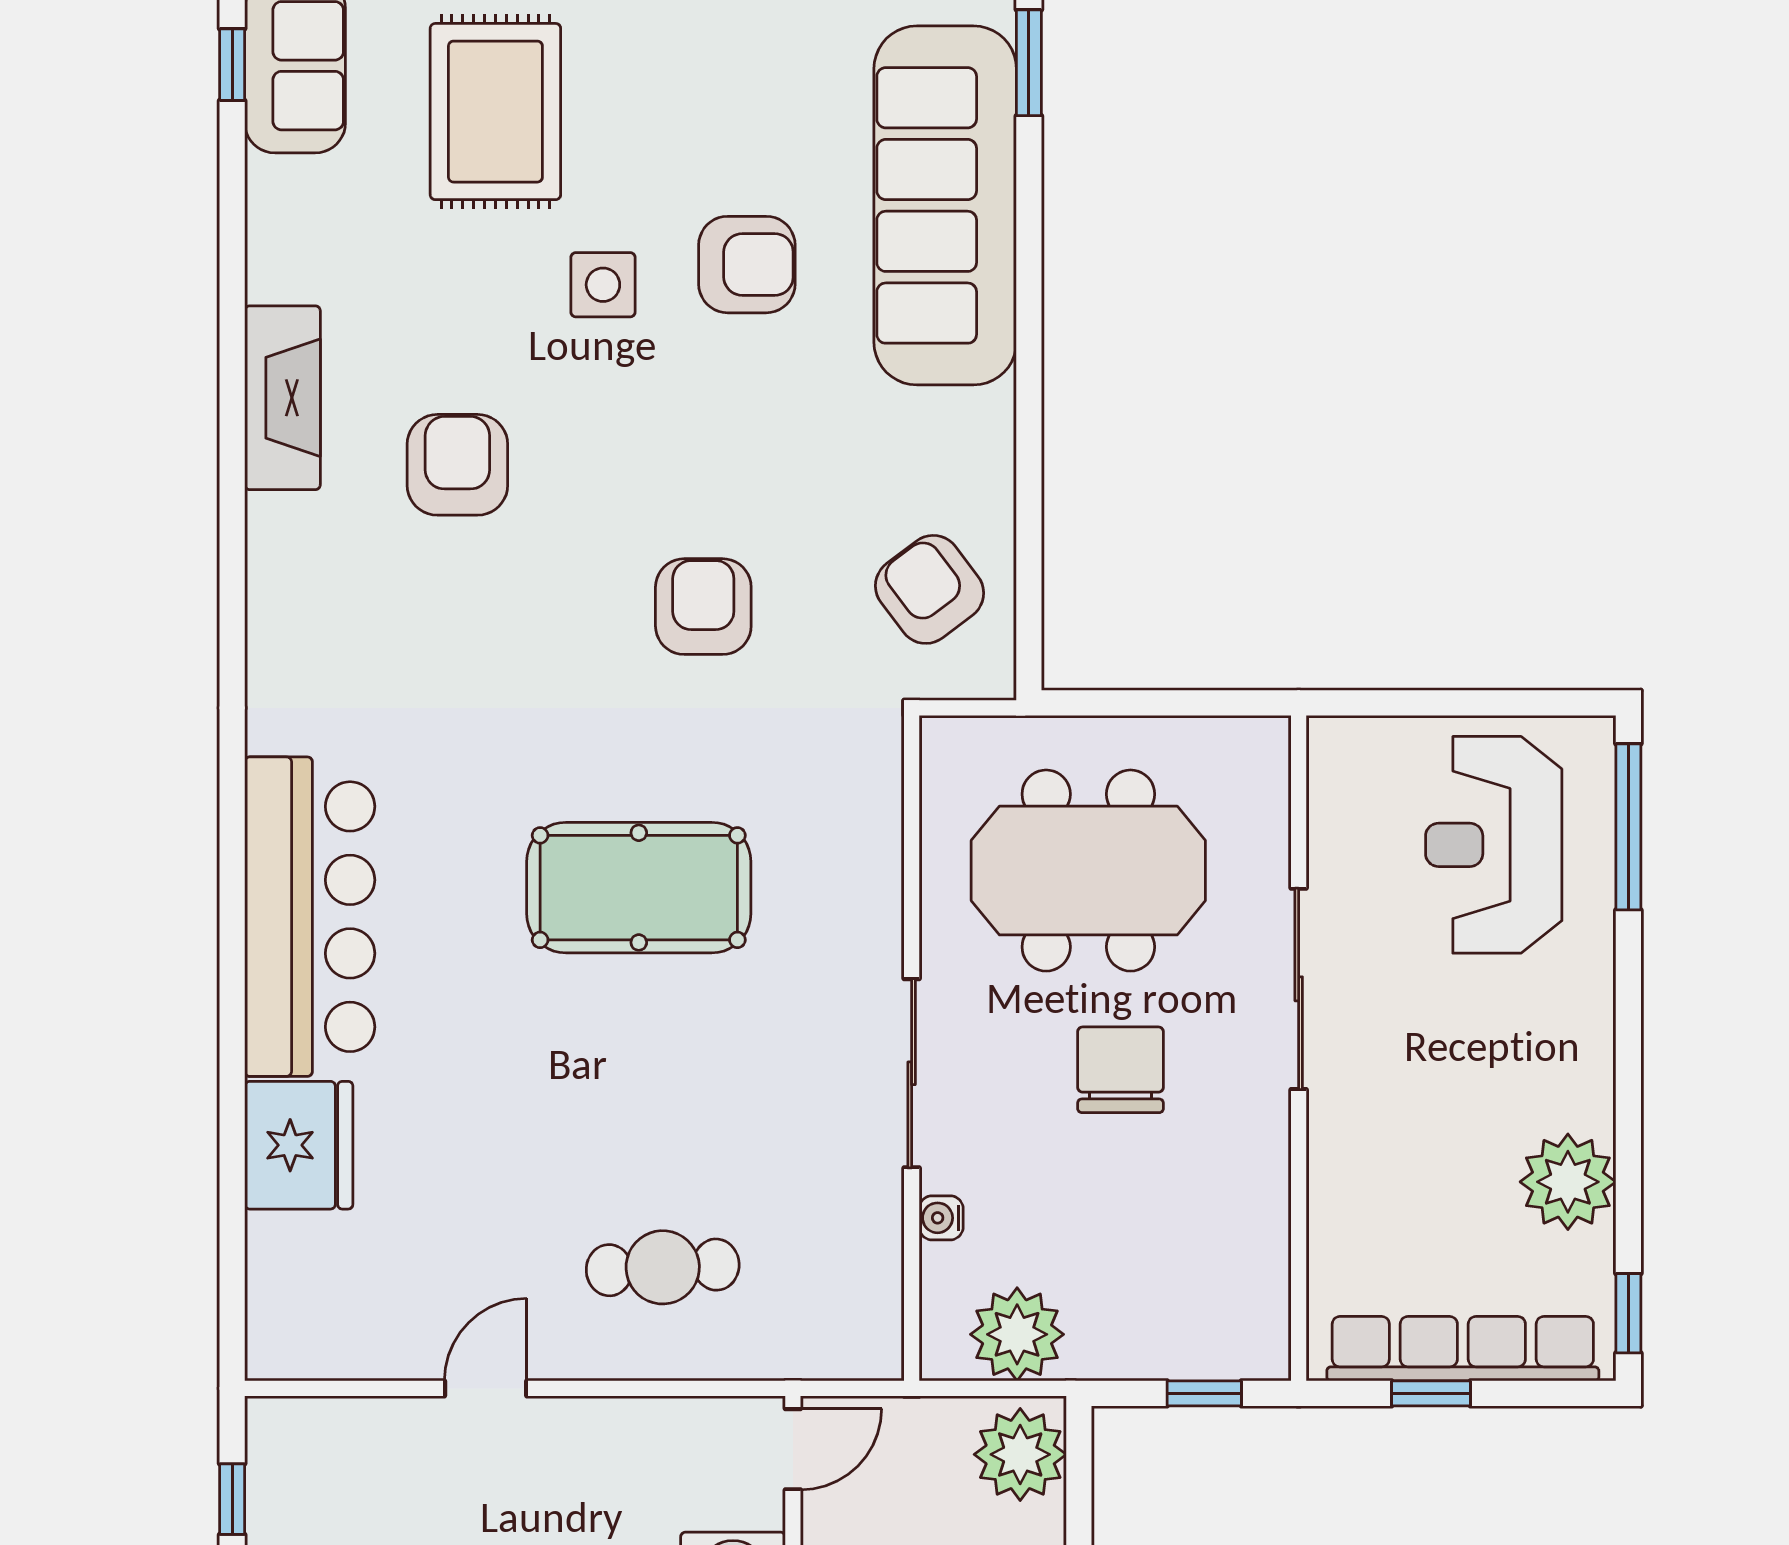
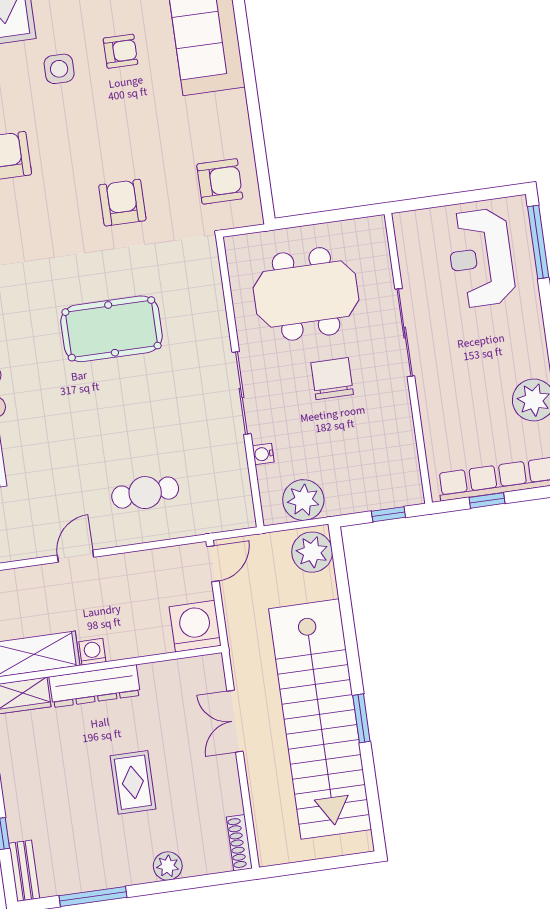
armchair: (747, 265) -> (120, 51), width x0.72, depth x0.72
armchair: (930, 589) -> (220, 181), turned 127

